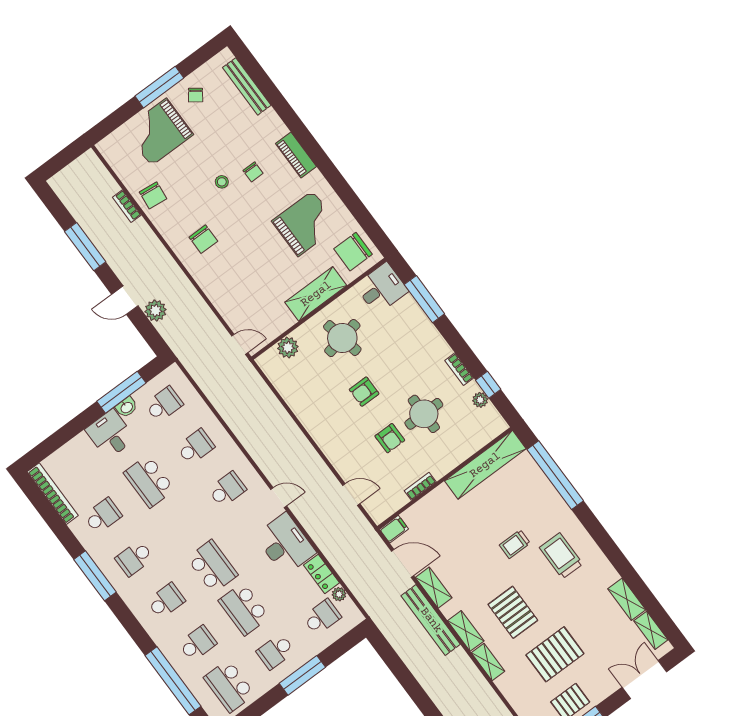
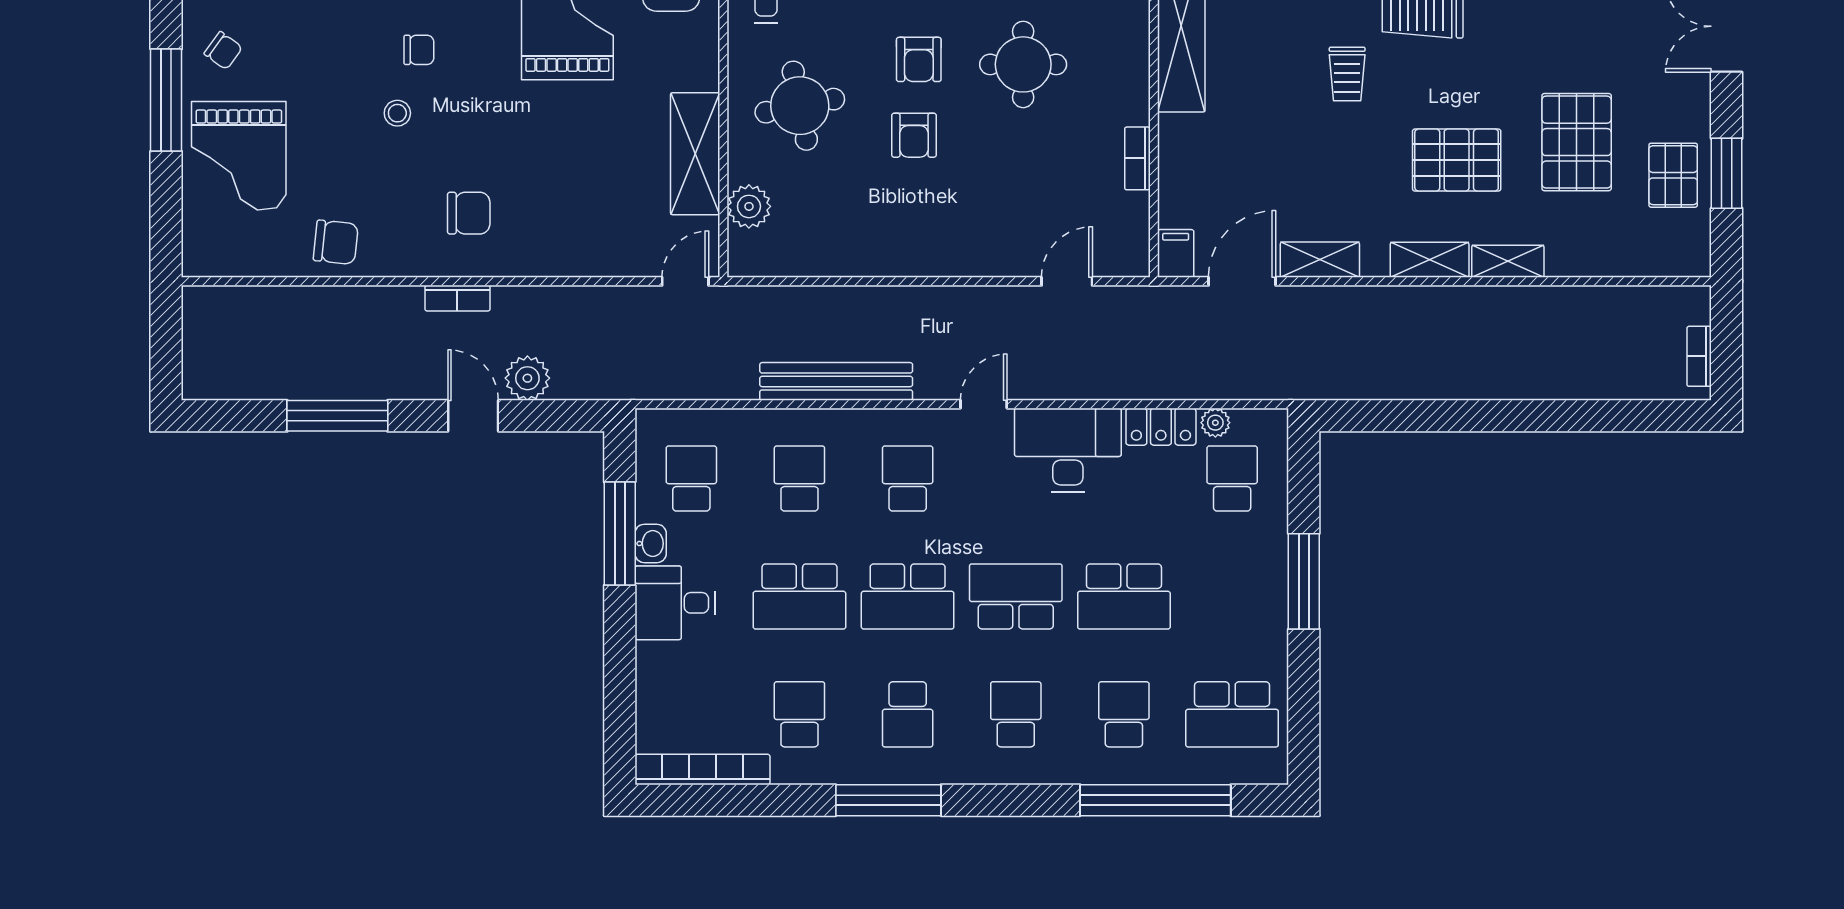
bookcase: (127, 206) -> (457, 298), moved
shelving: (316, 294) -> (695, 154), moved
door: (125, 300) -> (473, 416), swing flipped
armchair: (390, 438) -> (919, 59), moved, turned 90
bench: (431, 620) -> (836, 381), moved
school desk: (276, 652) -> (908, 596), moved, width x1.85

